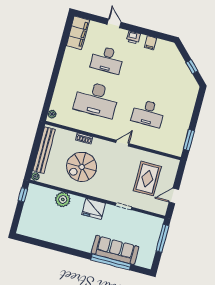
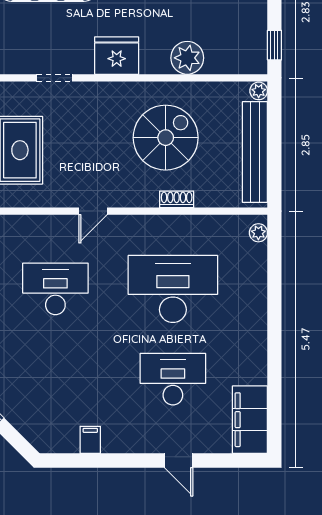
printer: (133, 37) -> (130, 442), removed

